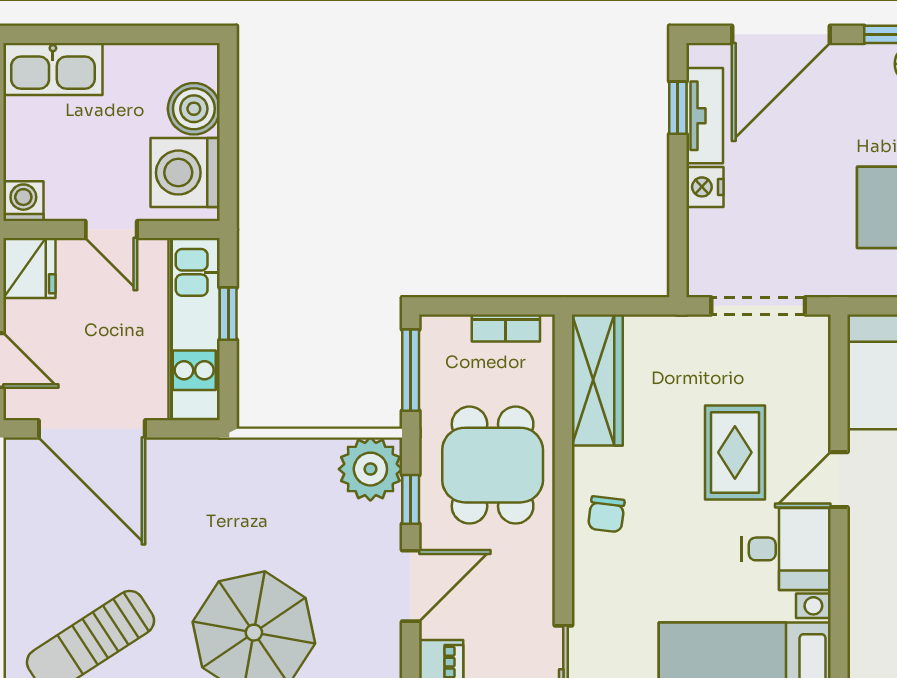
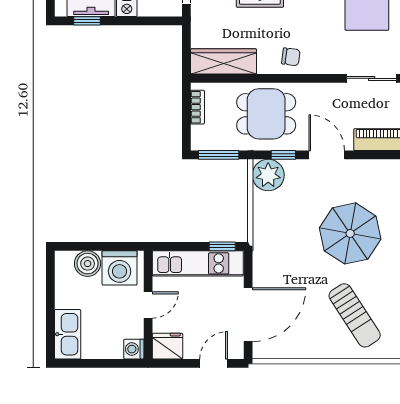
window: (228, 314) -> (222, 246), moved

